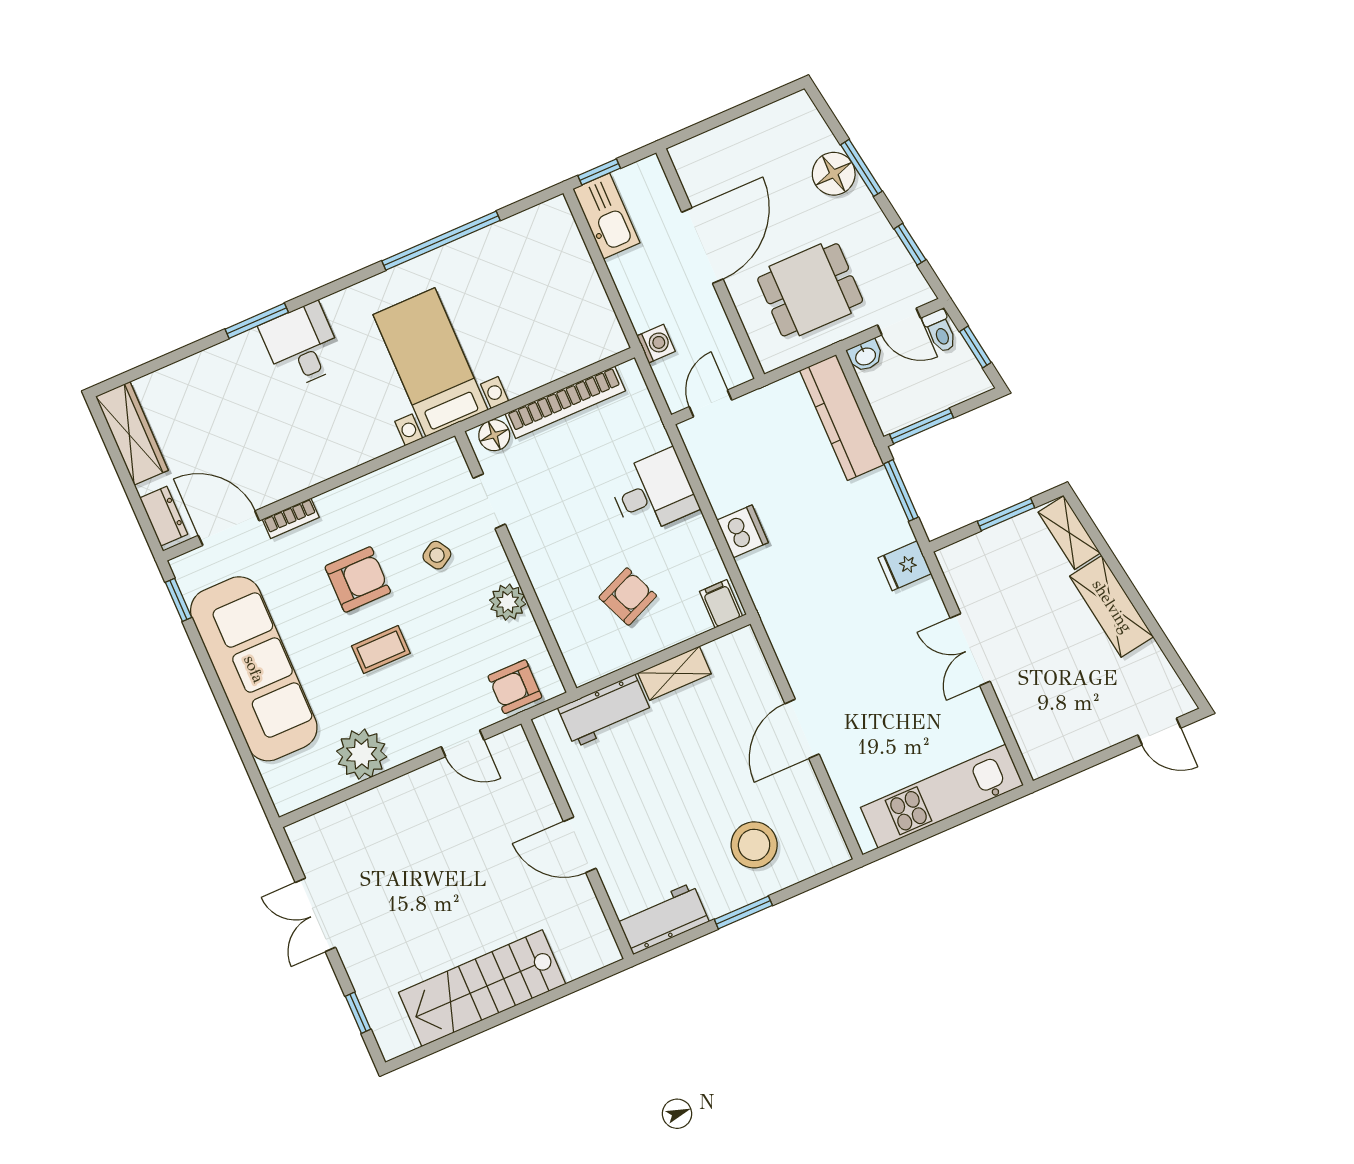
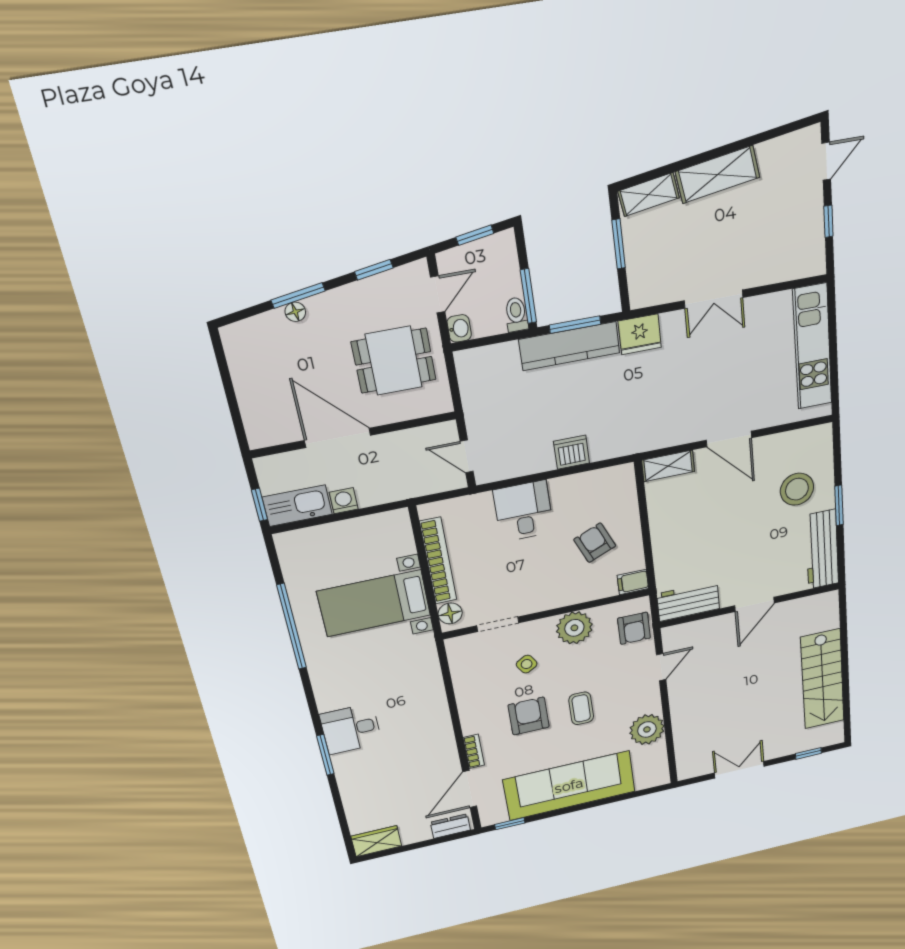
floor lamp: (834, 174) -> (295, 312), width x0.53, depth x0.53
dining table: (810, 290) -> (394, 361), turned 90
toilet: (940, 331) -> (516, 314), moved, turned -90
washing machine: (656, 344) -> (344, 501), moved
bed with nightstands: (430, 362) -> (374, 603), moved
kitchen counter: (842, 417) -> (569, 346), moved
wardrobe: (132, 433) -> (376, 841), width x0.67
fridge: (905, 566) -> (640, 334), width x1.38
plant: (508, 602) -> (574, 628), width x1.36, depth x1.36
filing cabinet: (721, 604) -> (633, 582), moved
shelving: (674, 673) -> (668, 466), moved, turned 90
workbench: (605, 711) -> (688, 601), moved, turned -90
window: (1094, 760) -> (828, 221), added
double door: (315, 915) -> (739, 770), swing flipped
workbench: (663, 918) -> (822, 549), width x1.38

